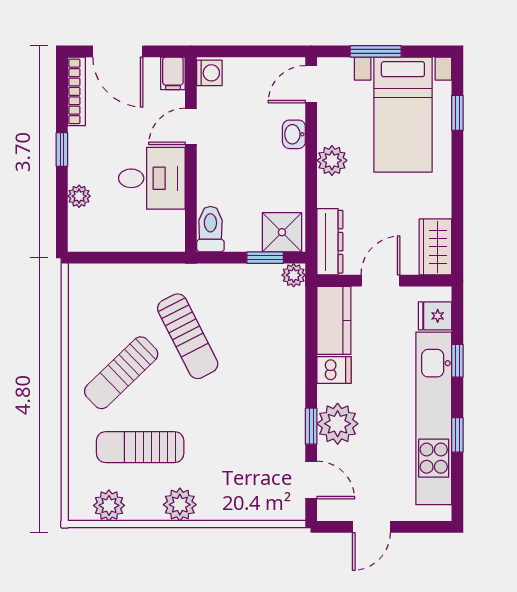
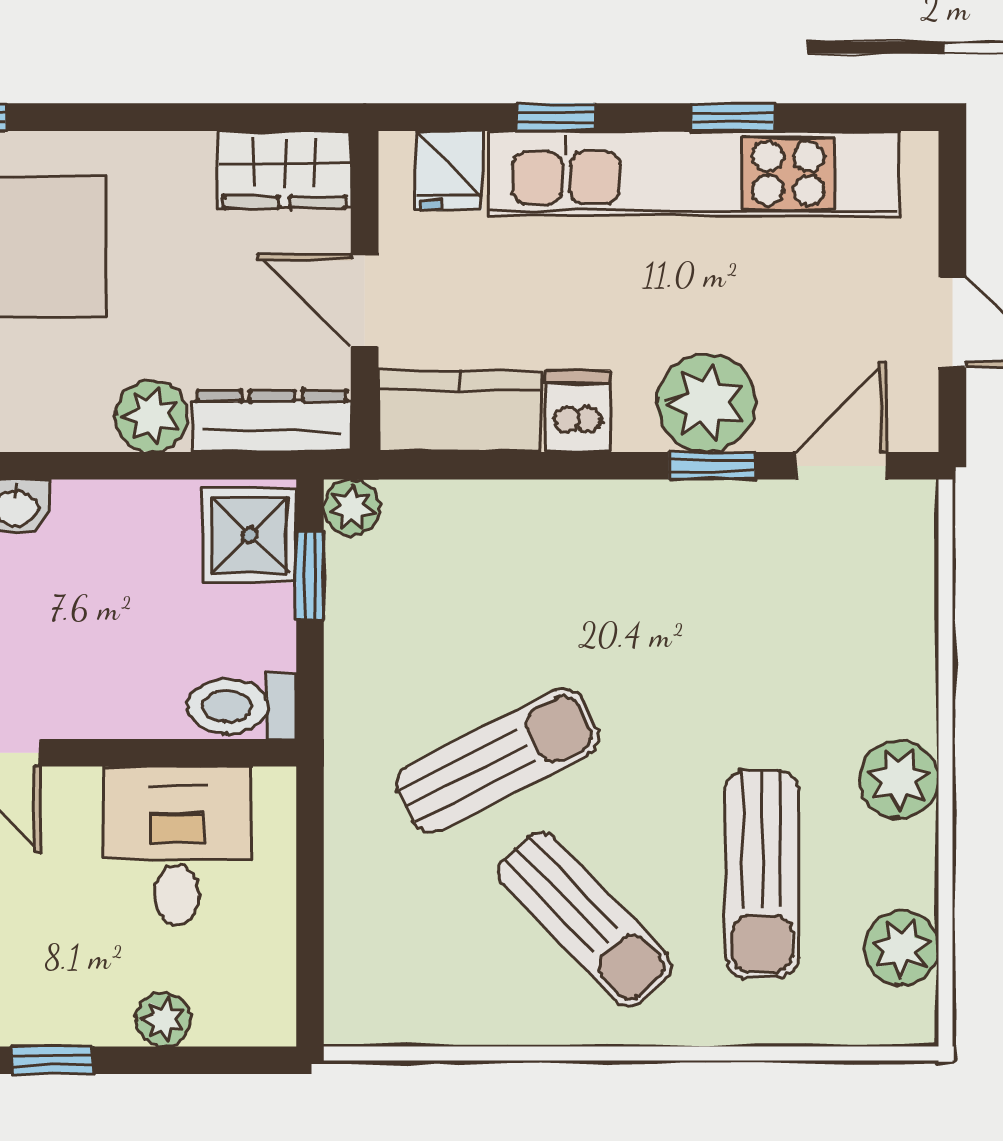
plant: (332, 160) -> (151, 416), moved
desk: (152, 178) -> (177, 846), moved

